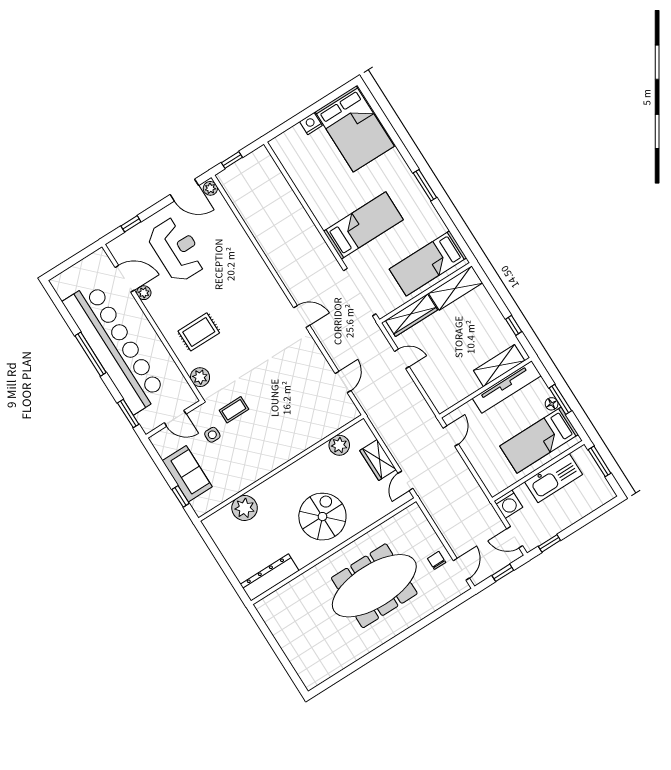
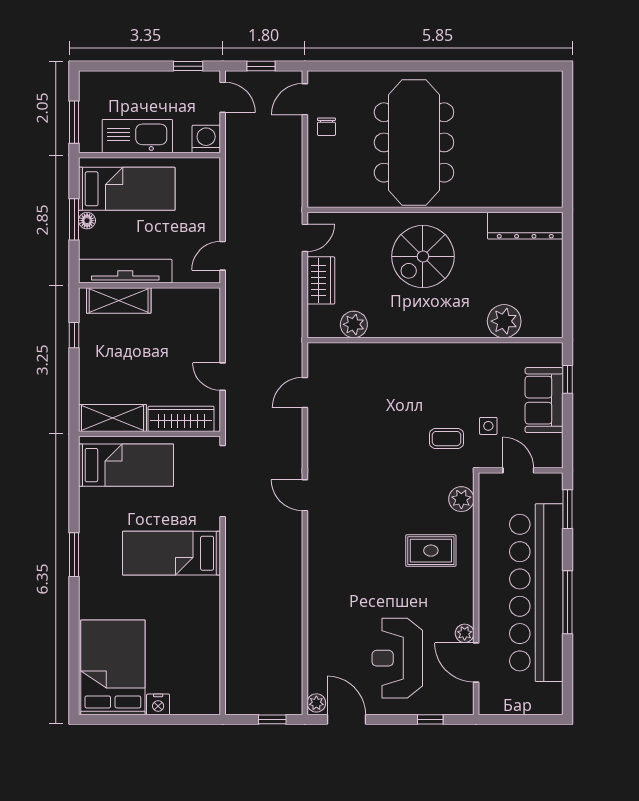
meeting table: (374, 586) -> (414, 142), turned 90

